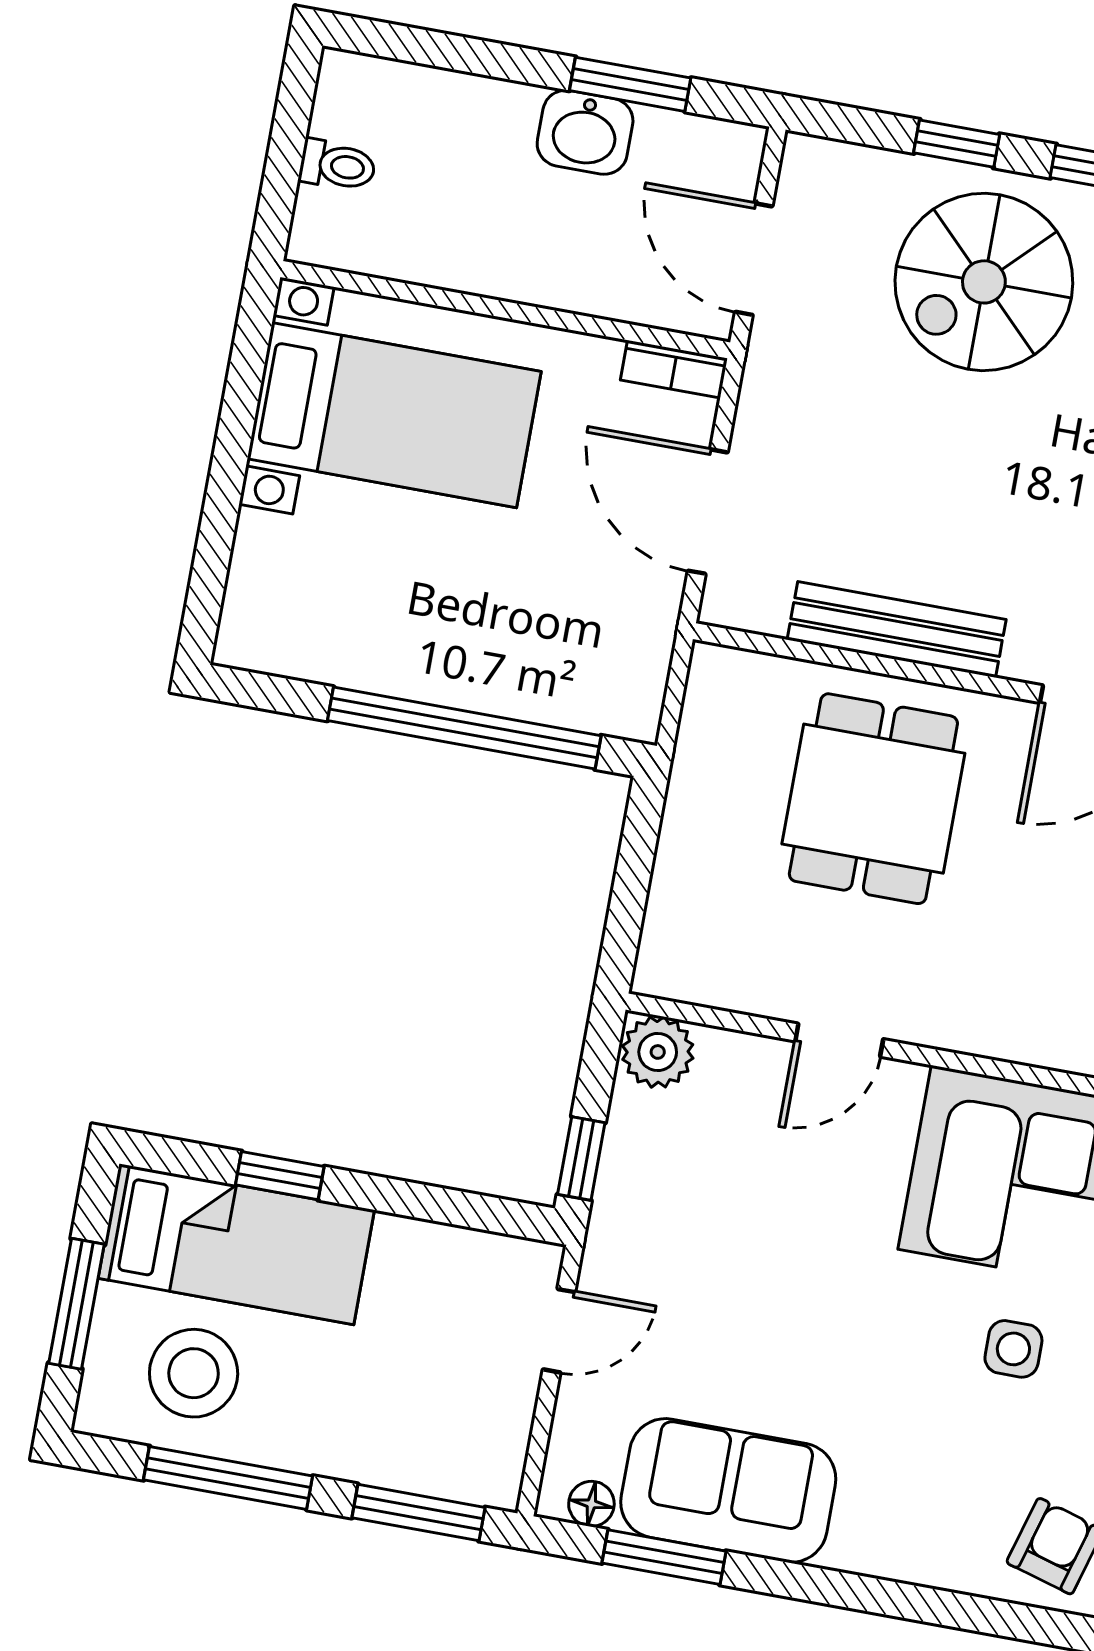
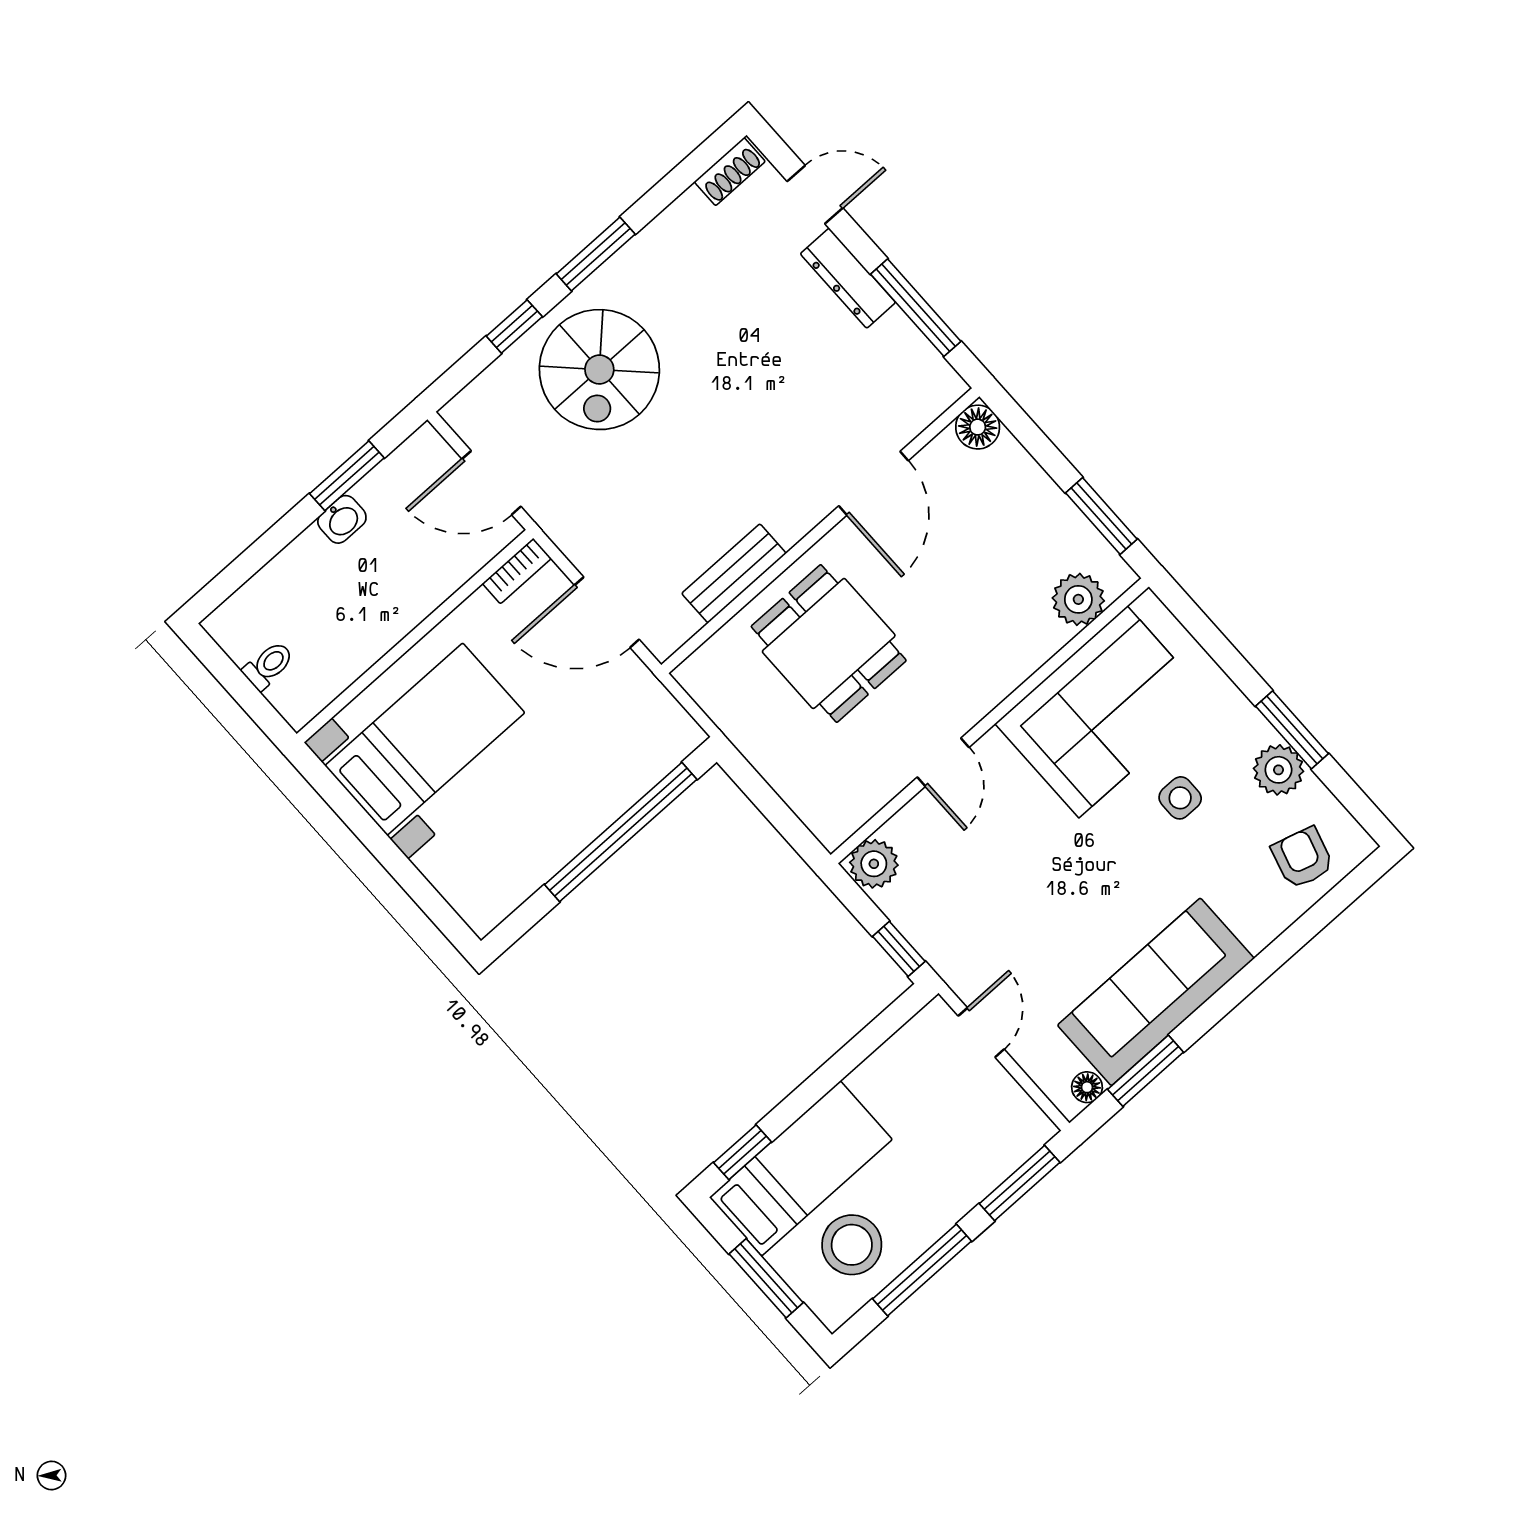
washbasin: (585, 132) -> (342, 519), width x0.72, depth x0.69
bench: (897, 630) -> (734, 573), width x0.73
window: (280, 1176) -> (743, 1152), moved
sofa: (728, 1490) -> (1156, 992), width x1.36

